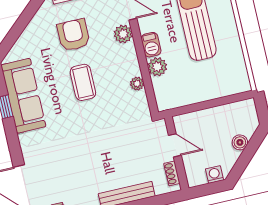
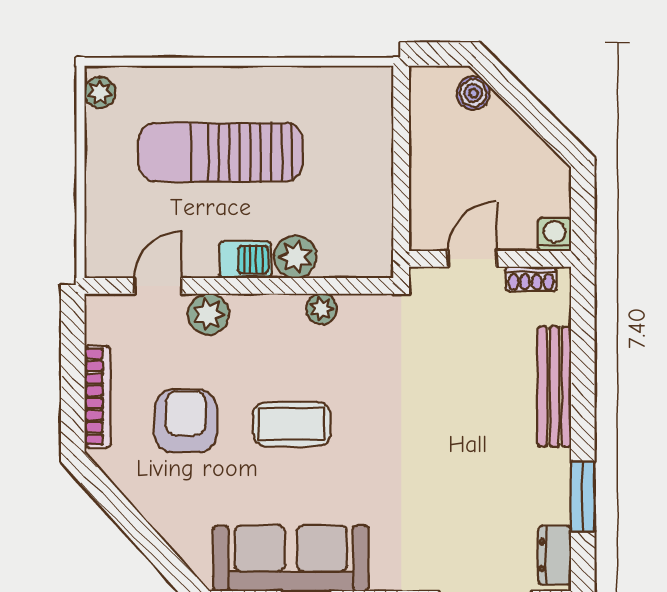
armchair: (73, 35) -> (186, 421), turned 90
boiler: (240, 142) -> (473, 93), moved
washing machine: (214, 175) -> (555, 234), moved, turned 90

